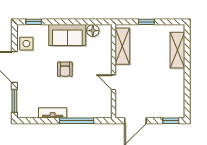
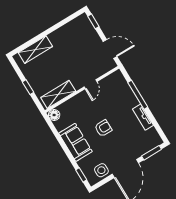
floor lamp: (93, 31) -> (54, 115), moved

